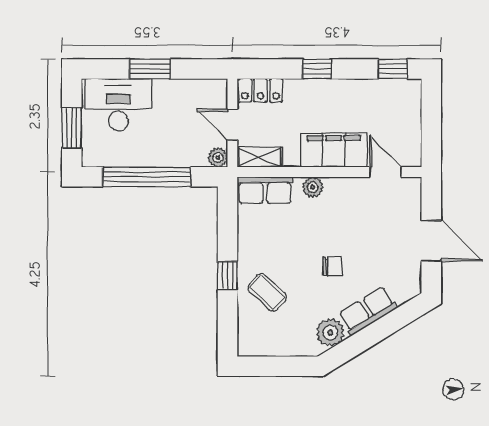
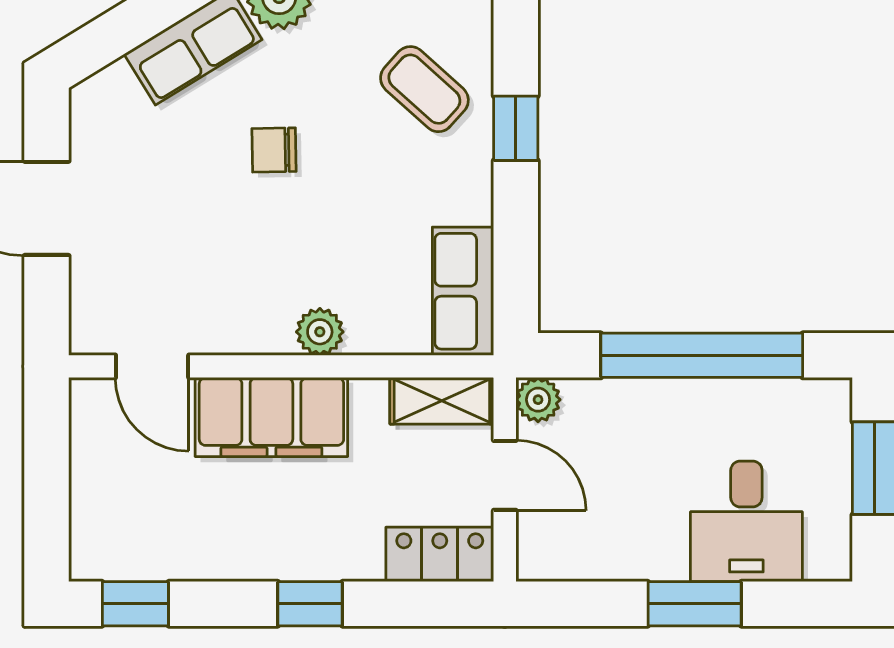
desk: (118, 105) -> (746, 521), width x0.73
row of seats: (265, 190) -> (463, 291), moved, turned -90

